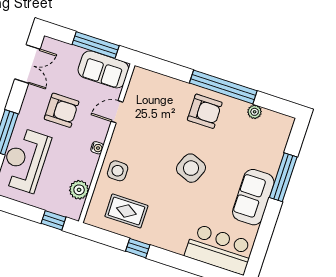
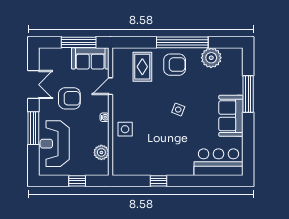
double door: (27, 64) -> (33, 85), moved
plant: (255, 112) -> (211, 58), width x1.88, depth x1.88
side table: (191, 168) -> (178, 110), width x0.54, depth x0.54
rug: (126, 211) -> (142, 67), moved, turned 90
window: (53, 220) -> (77, 181), moved

